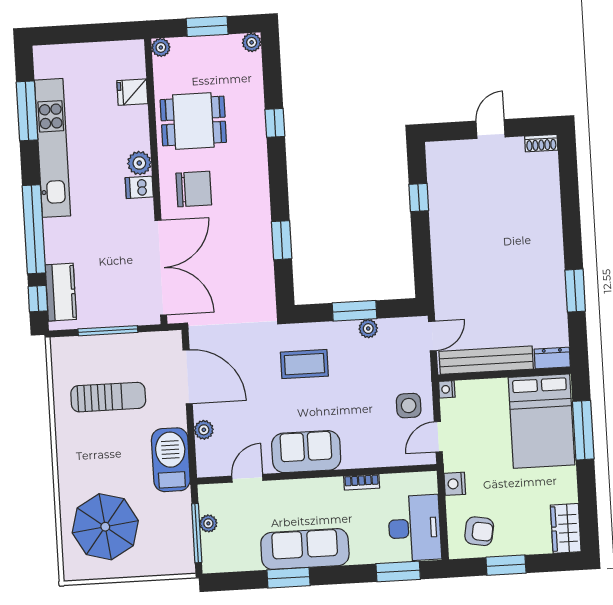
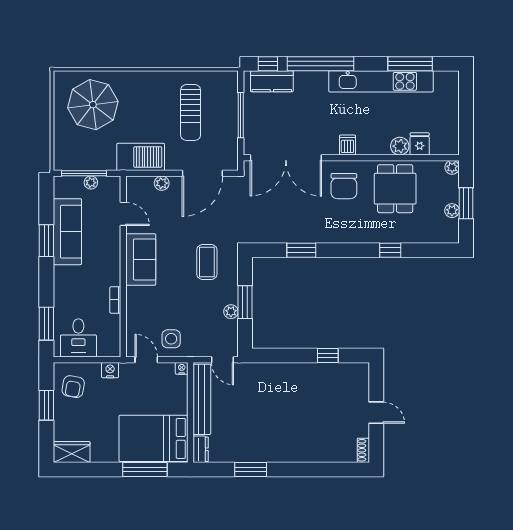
plant: (252, 42) -> (452, 211), moved
plant: (139, 163) -> (400, 146), moved
desk: (415, 528) -> (78, 338), width x0.73
sofa: (305, 549) -> (67, 232), moved

